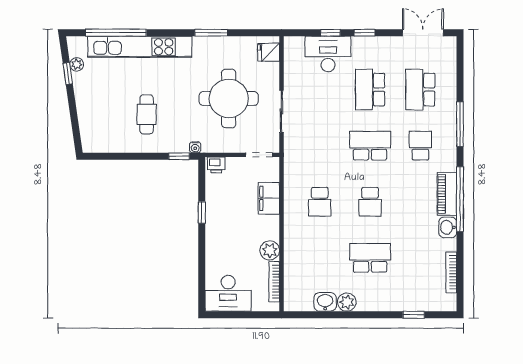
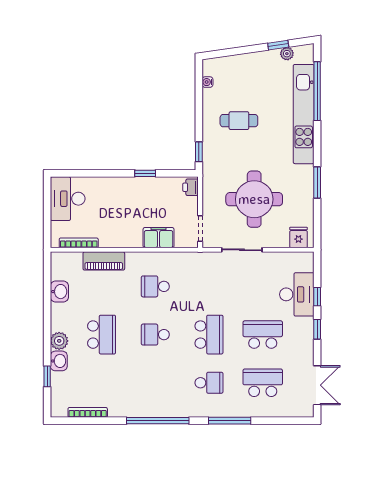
water cooler: (195, 147) -> (207, 82), moved
piano: (447, 194) -> (104, 261), moved, turned 180
washbasin: (448, 227) -> (59, 361), moved, turned 90
plant: (270, 250) -> (109, 239), removed
plant: (347, 302) -> (59, 341), moved

